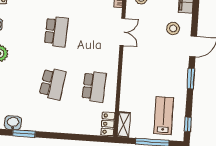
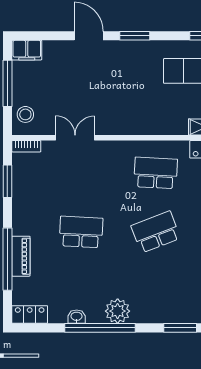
stool: (173, 28) -> (65, 66), removed
school desk: (53, 84) -> (156, 232), turned -30

